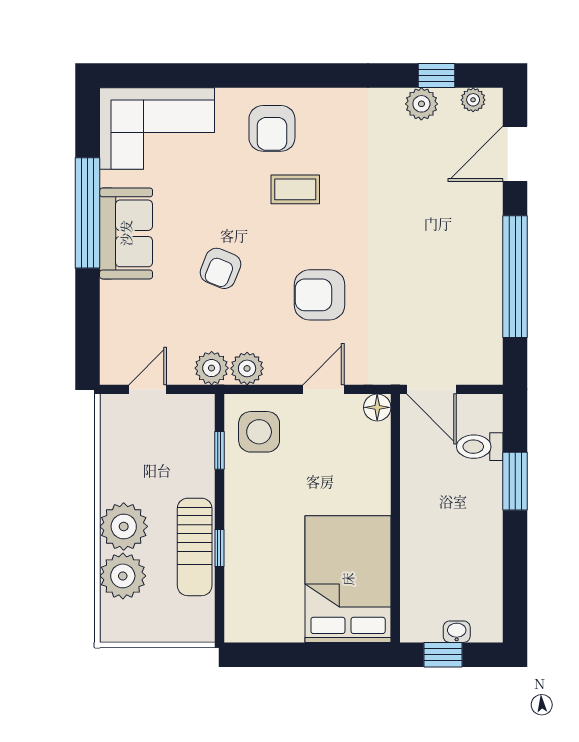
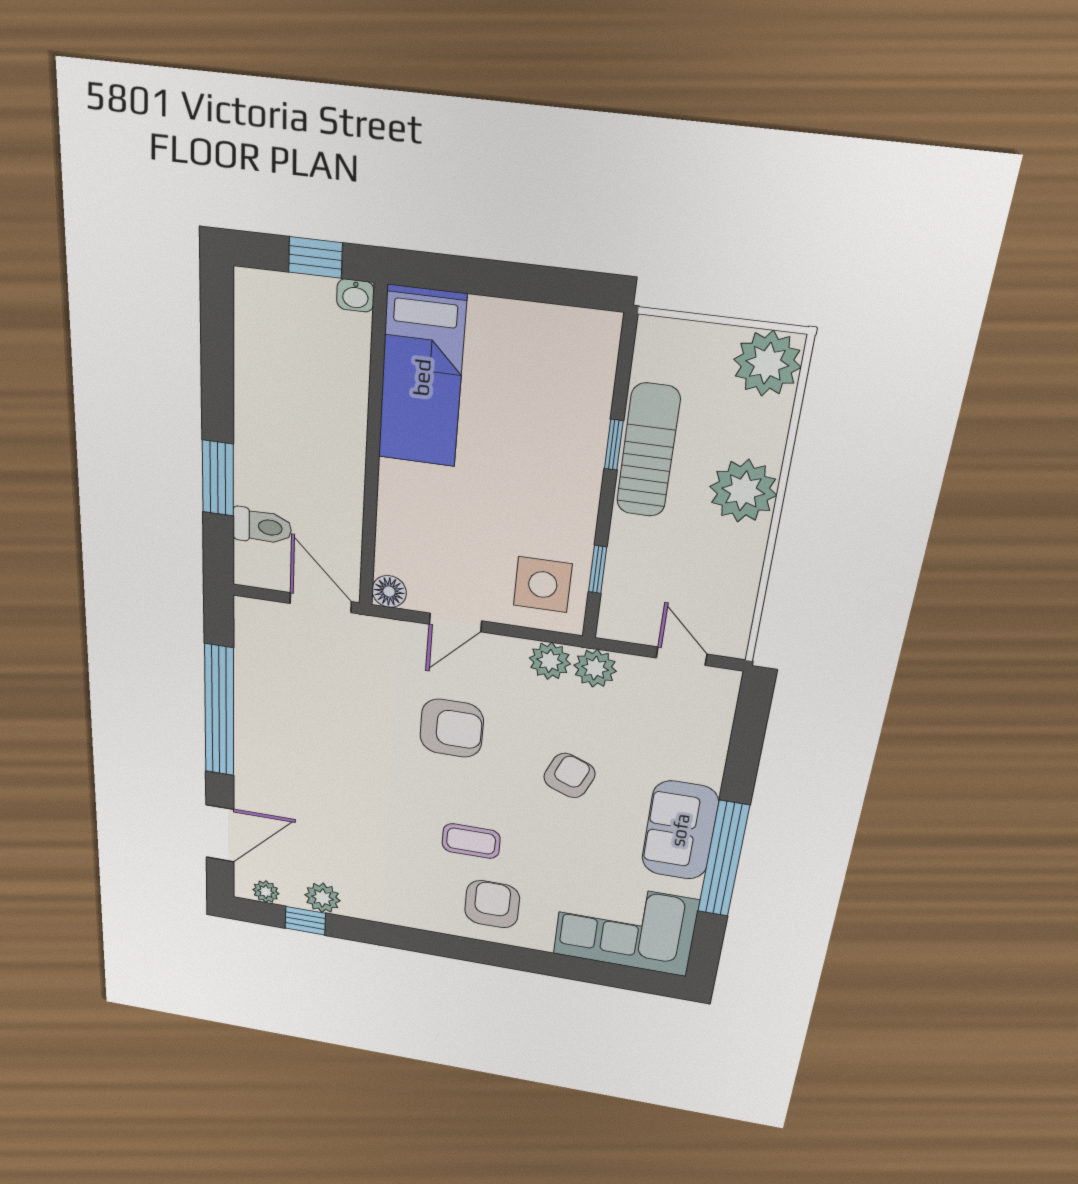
door: (148, 389) -> (682, 656), swing flipped
plant: (123, 576) -> (767, 363), moved
bed: (348, 579) -> (422, 377), width x0.67
washbasin: (457, 632) -> (355, 295), moved

